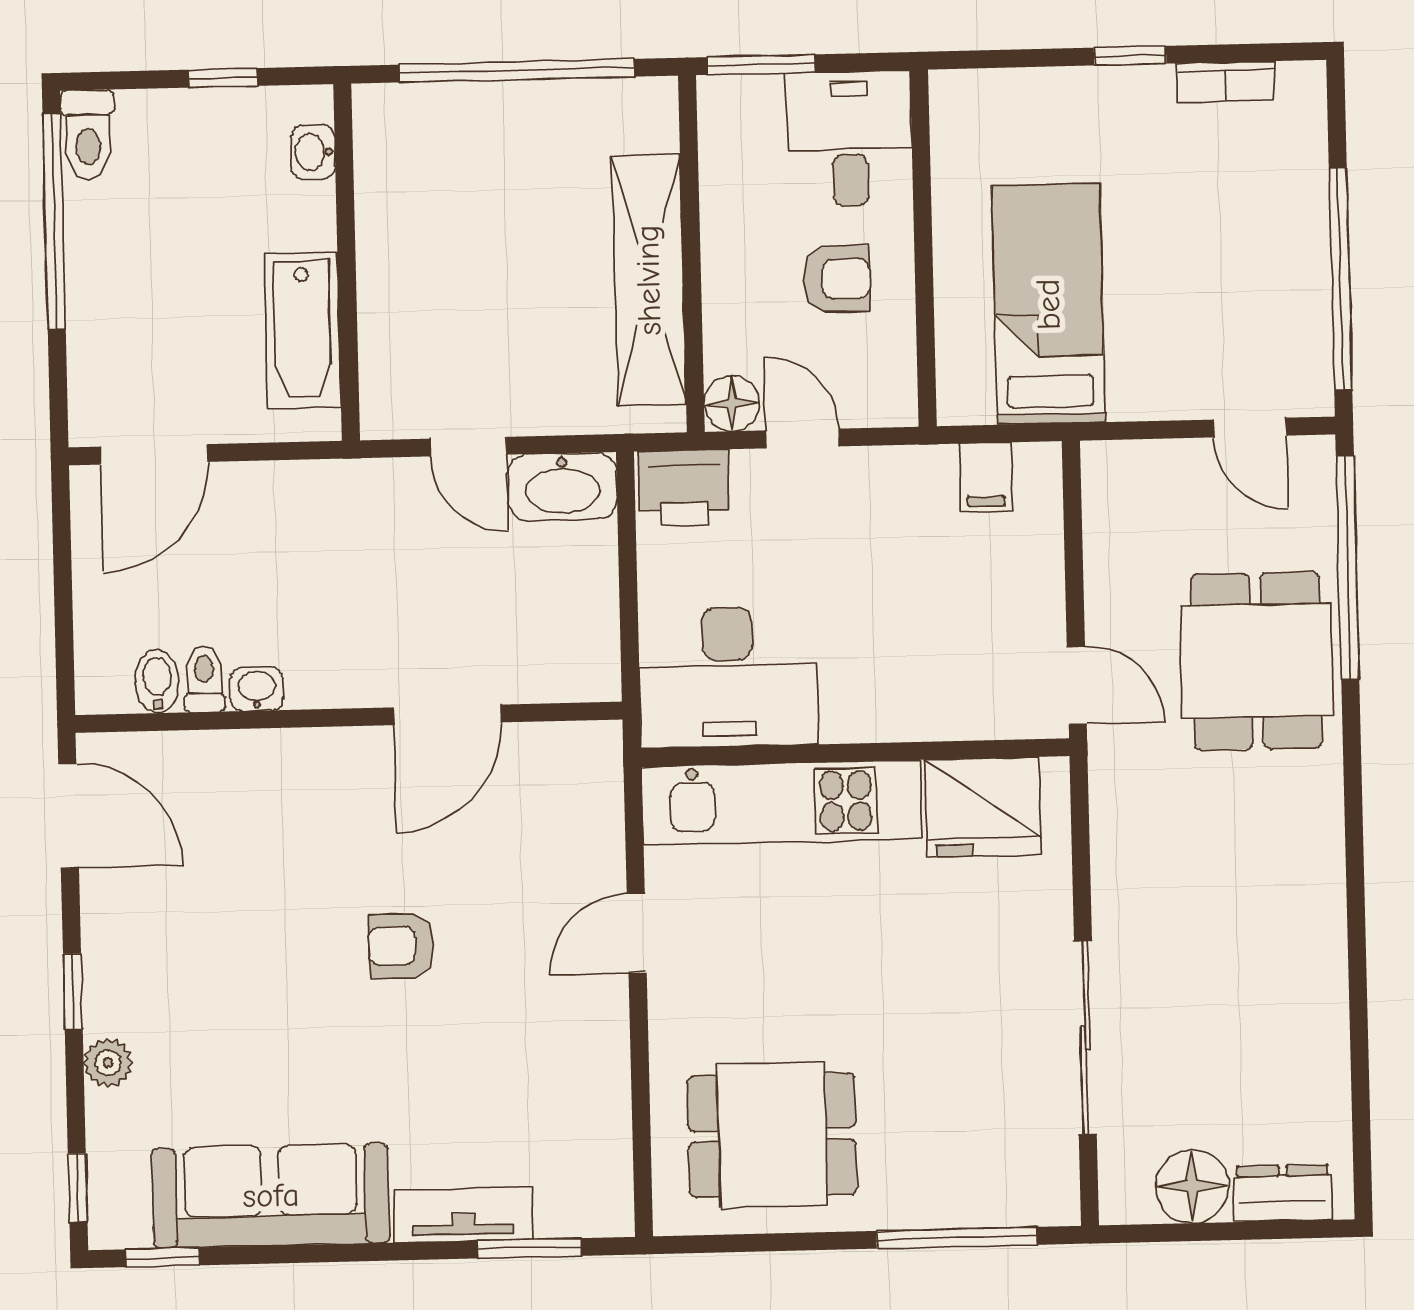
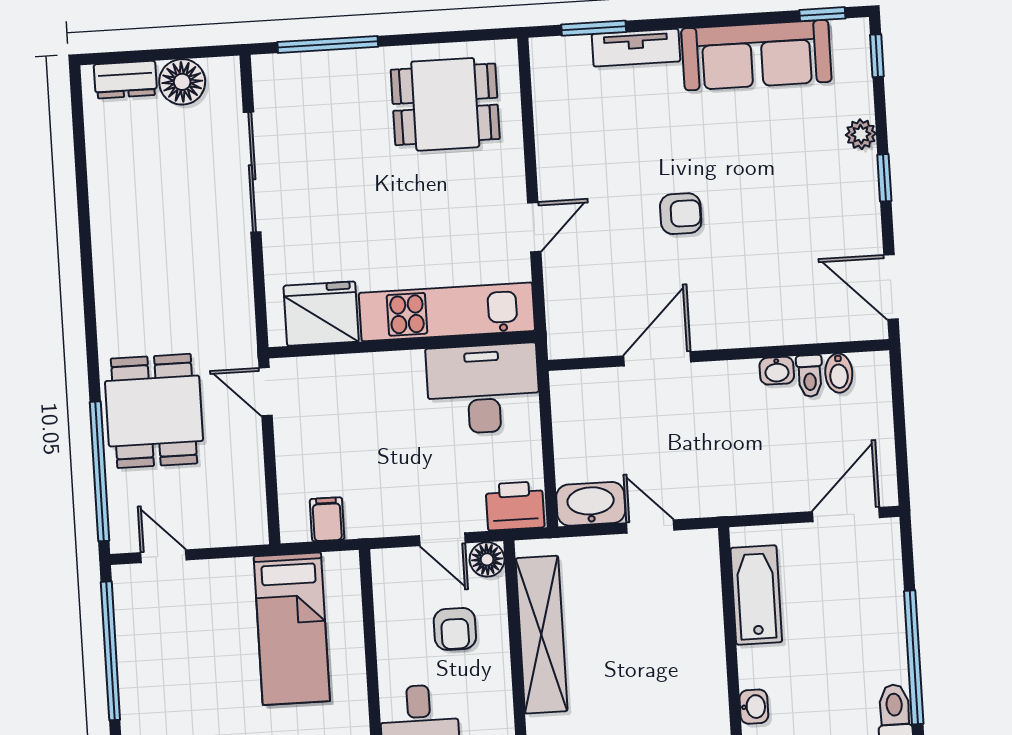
armchair: (837, 279) -> (455, 629), moved, turned -90

